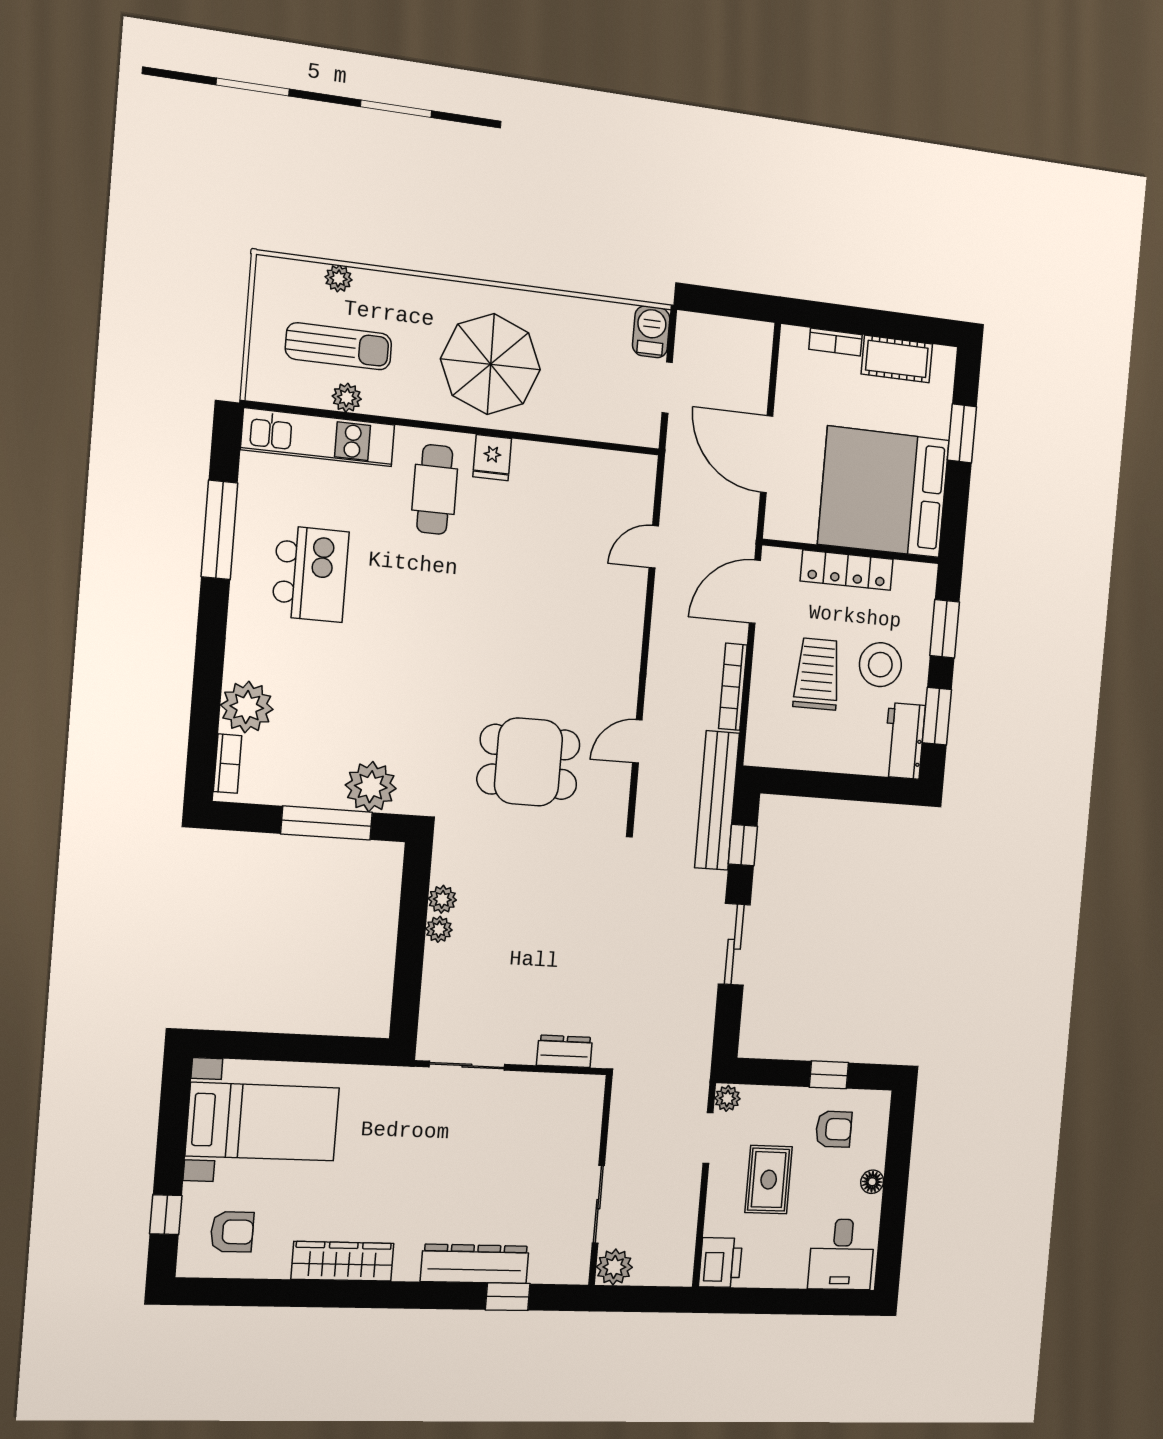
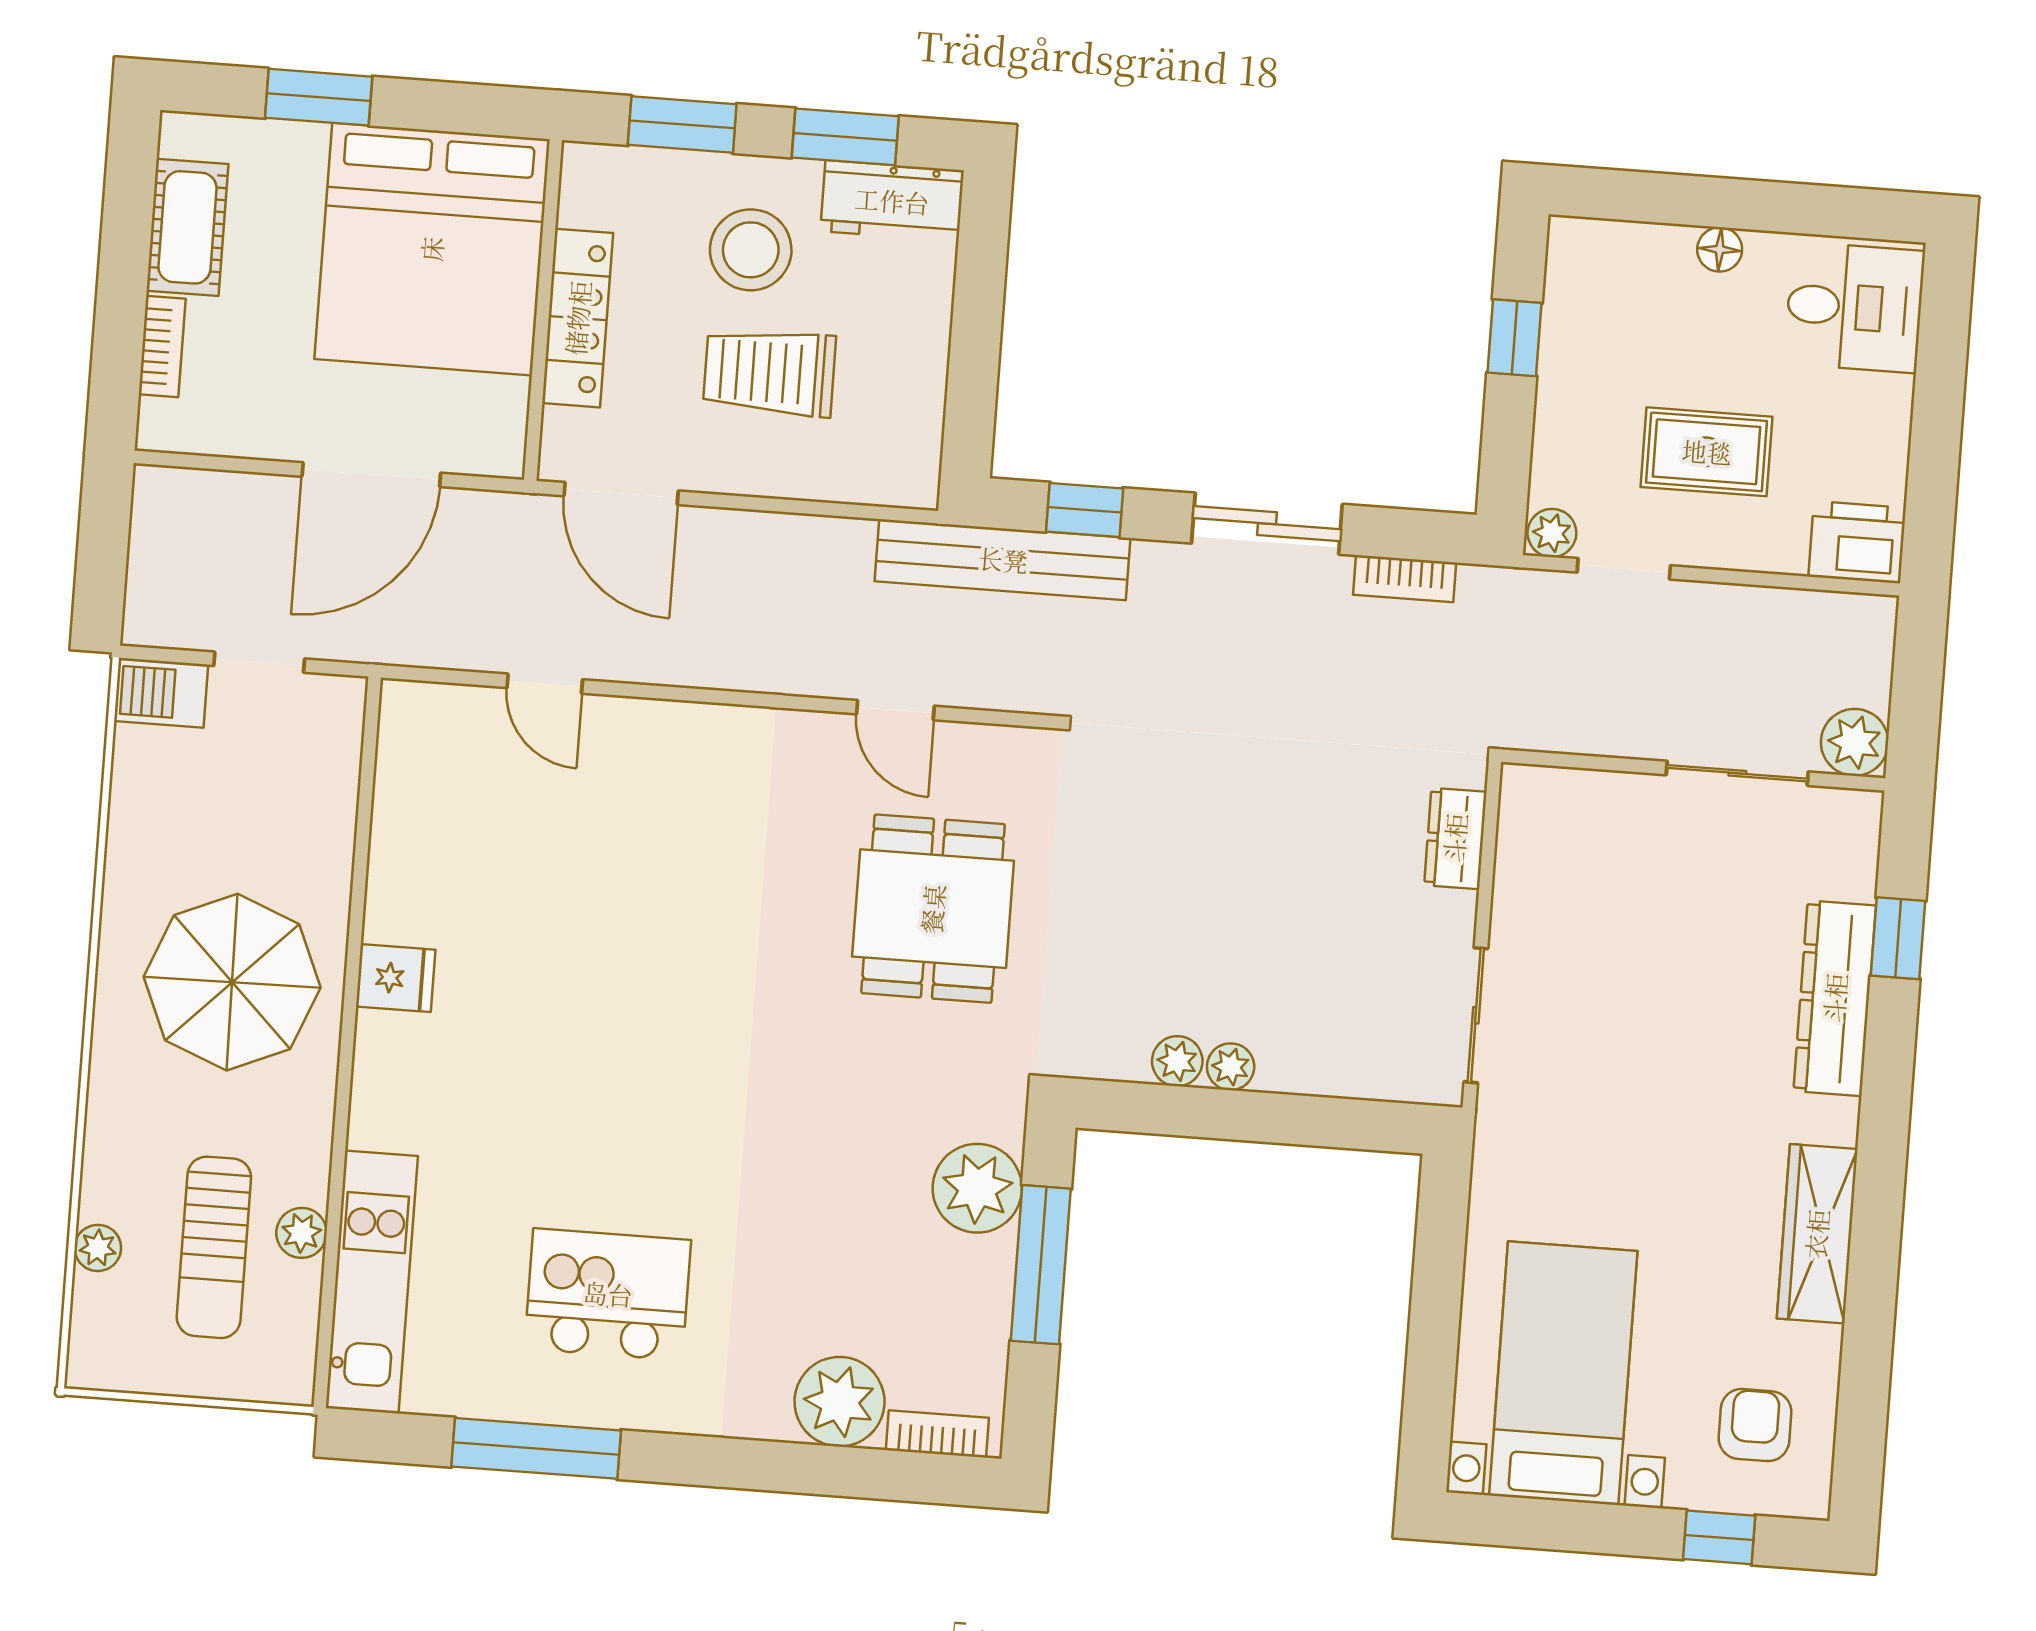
sun lounger: (339, 346) -> (214, 1247), turned 180
cafe table: (435, 489) -> (455, 1079), removed
bookcase: (733, 687) -> (1405, 579), moved, width x0.64
armchair: (834, 1129) -> (1617, 327), removed

